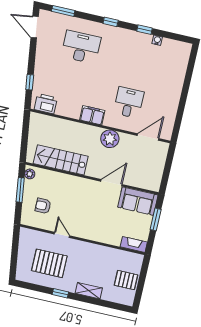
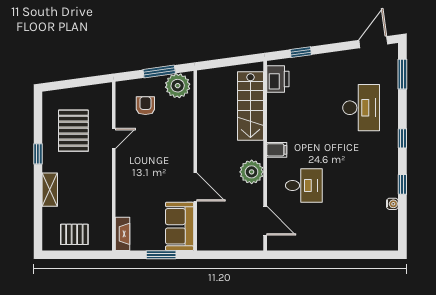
filing cabinet: (92, 115) -> (277, 150), width x0.50
stairs: (61, 160) -> (250, 106), moved, turned 180
plant: (30, 174) -> (178, 86), width x1.87, depth x1.87
pallet: (126, 280) -> (74, 234), turned 90

